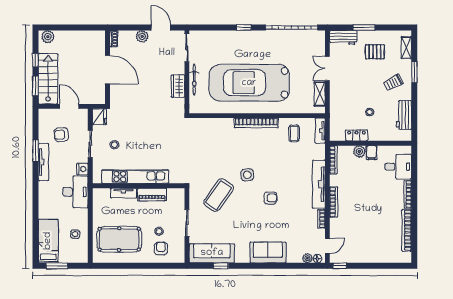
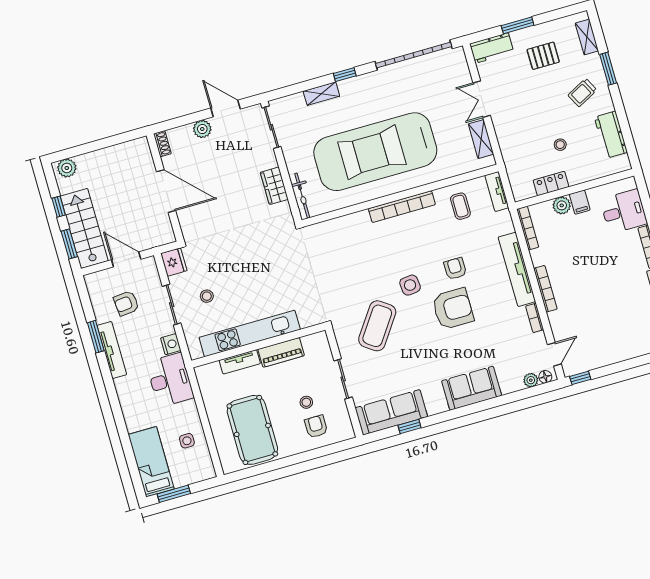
shelving: (225, 35) -> (321, 94), added
bicycle: (194, 80) -> (302, 196), moved
armchair: (279, 173) -> (455, 269), added
armchair: (270, 198) -> (453, 309), width x1.88, depth x1.88
pool table: (119, 239) -> (252, 430), turned 90

